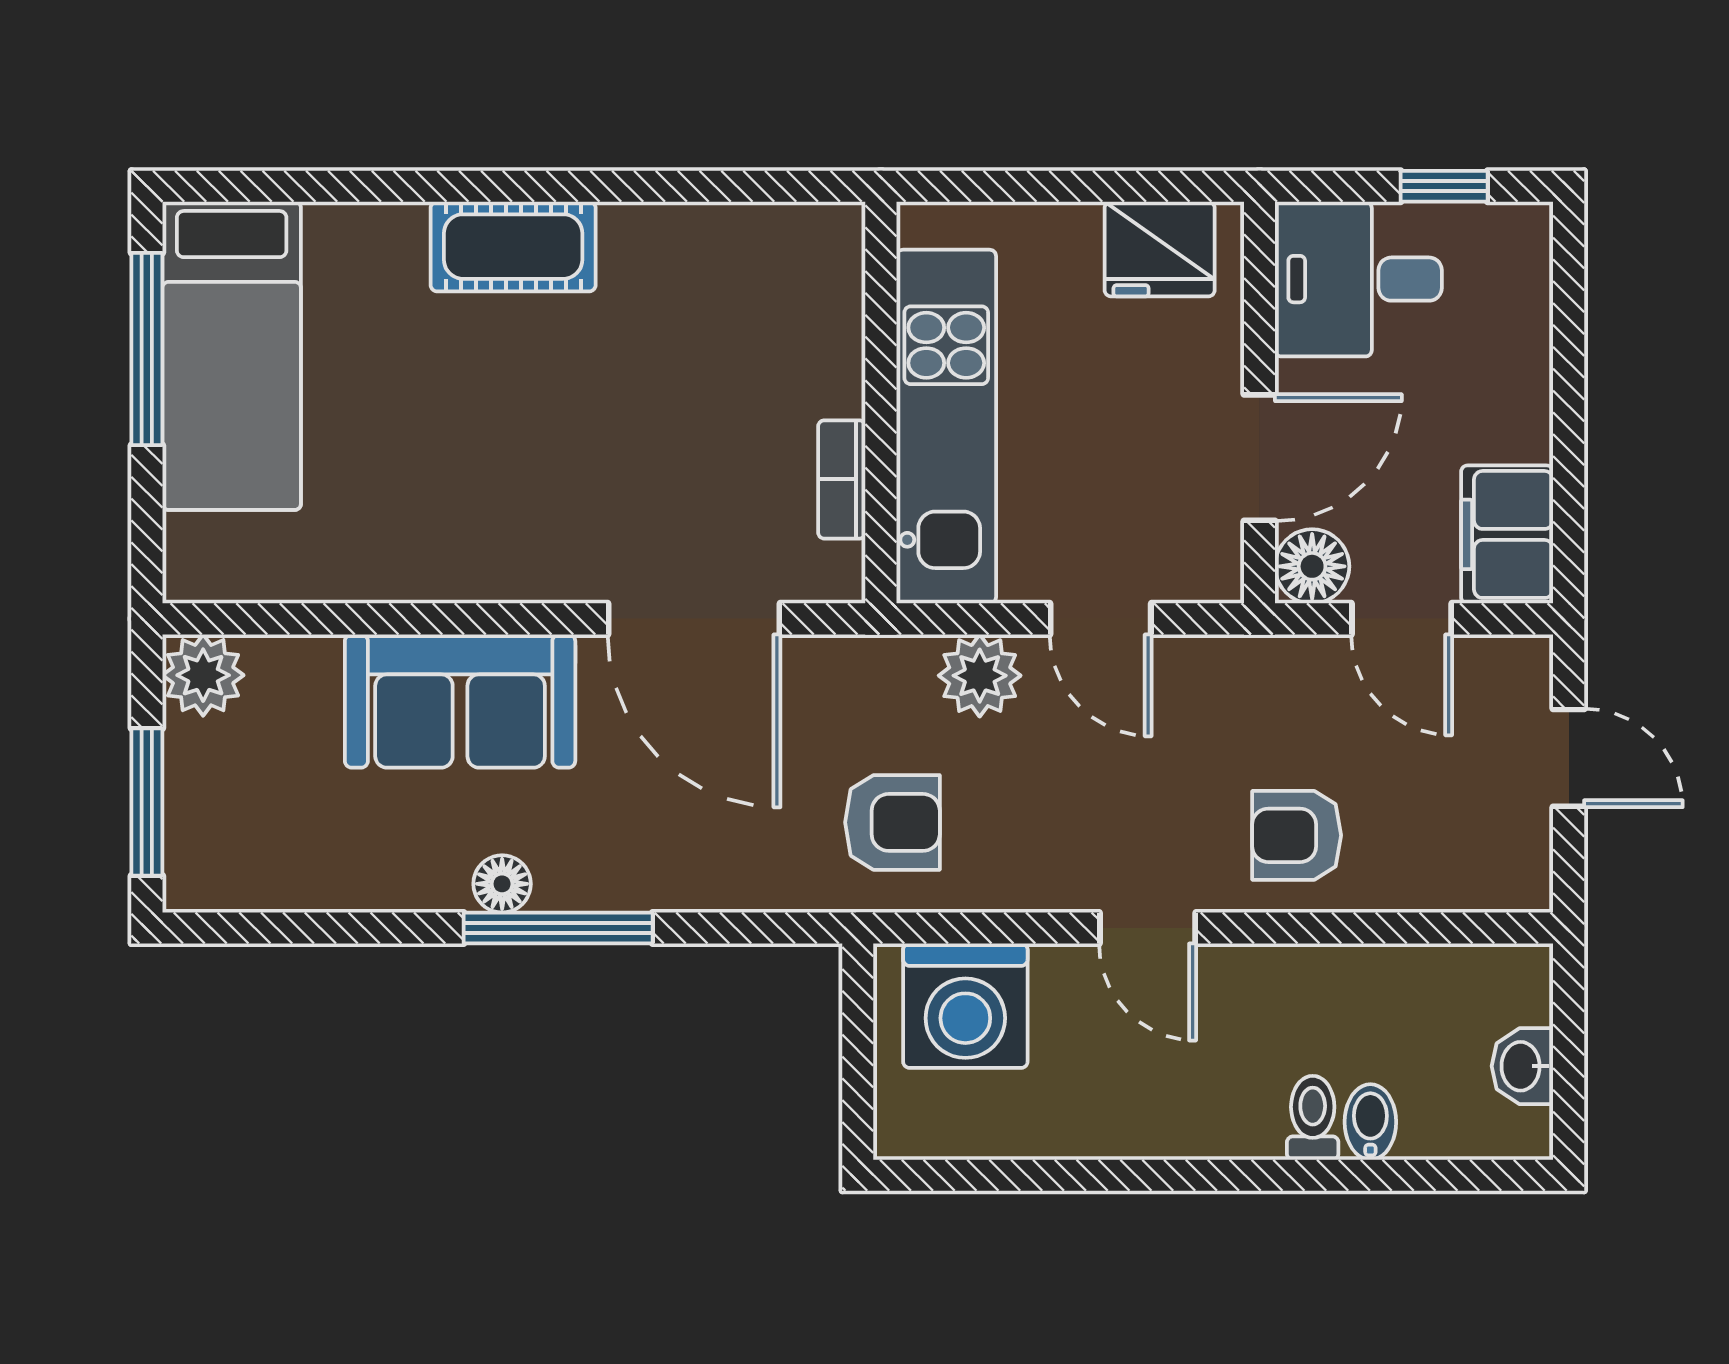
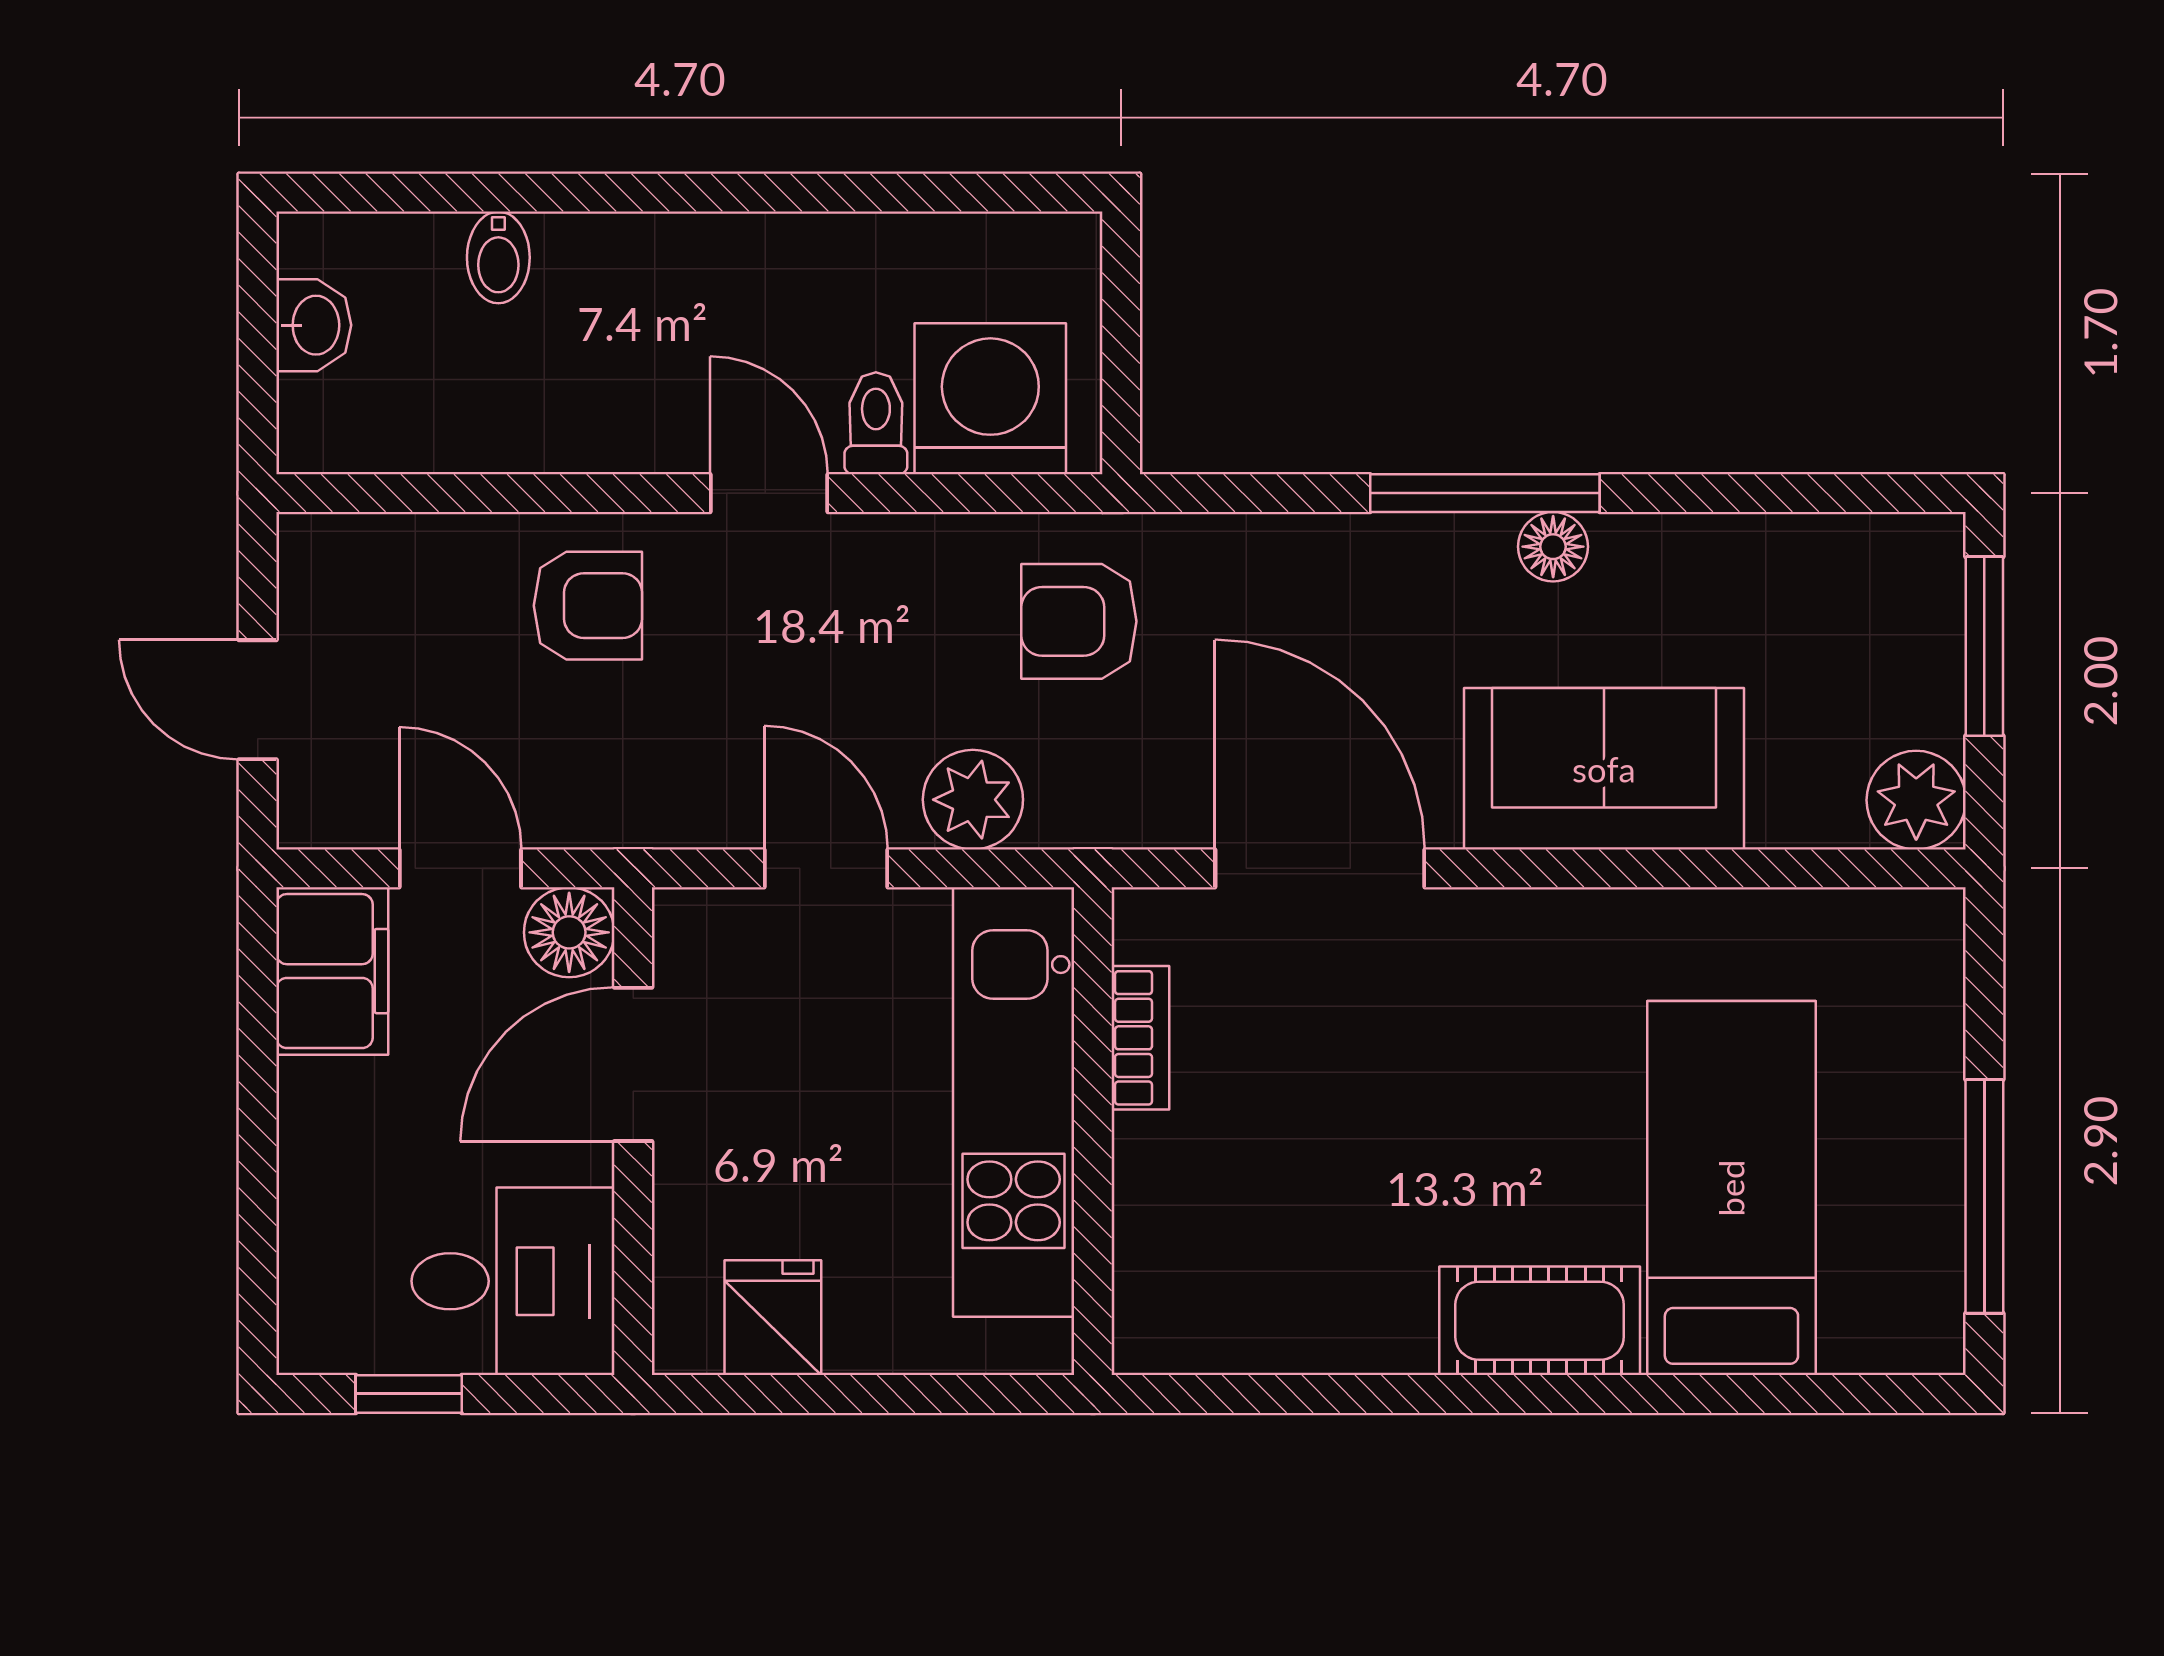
fridge: (1160, 249) -> (773, 1318), width x0.72
bed: (232, 356) -> (1731, 1188), moved
toilet: (1313, 1118) -> (876, 423), moved, turned 180

